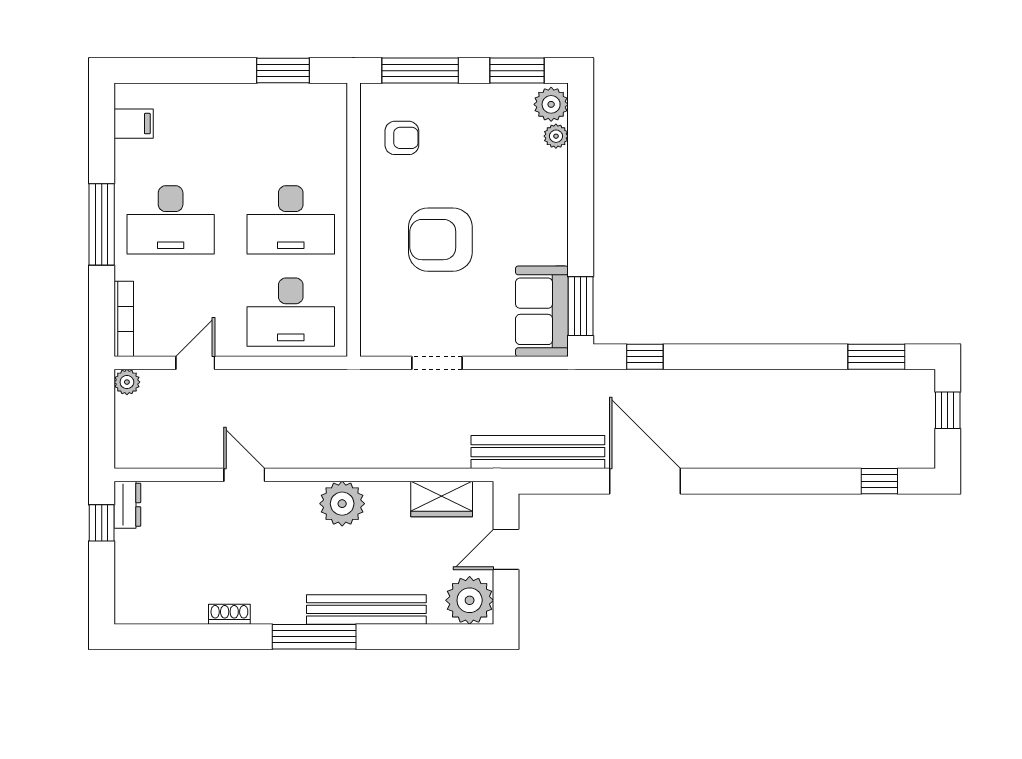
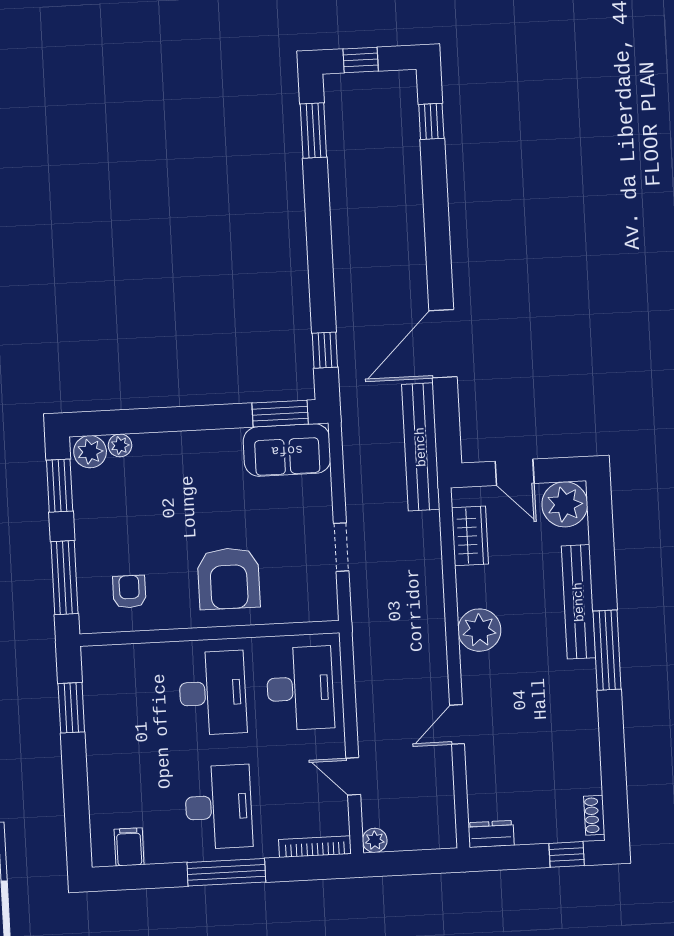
armchair: (440, 240) -> (229, 579), moved
window: (102, 523) -> (567, 854), moved
shoe rack: (229, 614) -> (594, 815), moved

